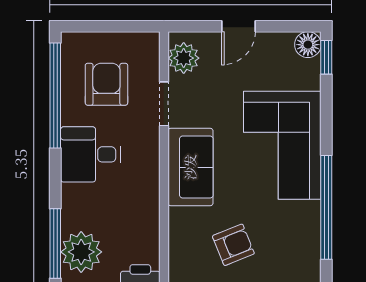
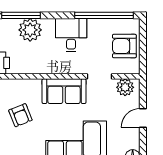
door: (238, 26) -> (143, 118), hinge flipped
armchair: (106, 84) -> (124, 46), moved, turned 180
plant: (81, 252) -> (30, 30), moved

